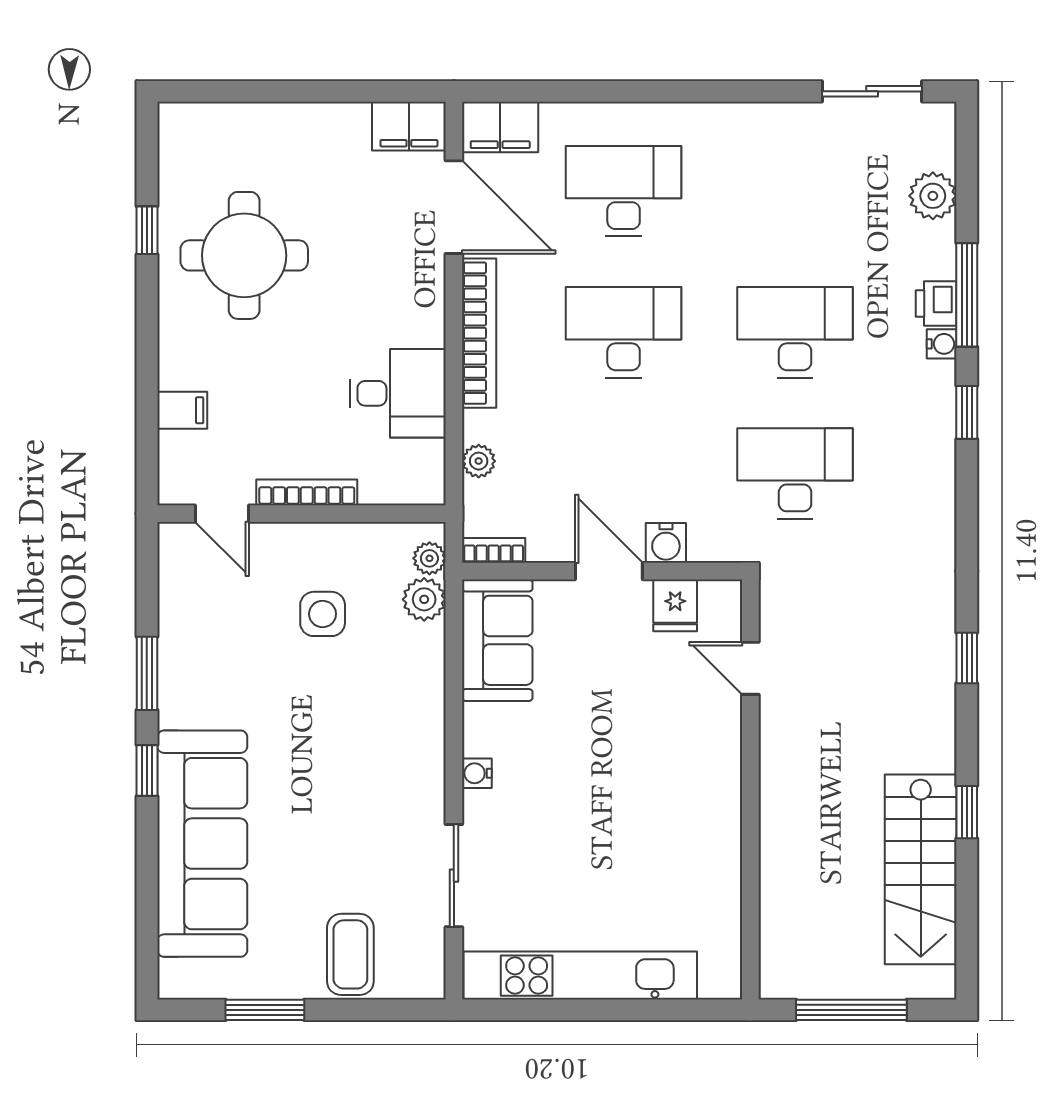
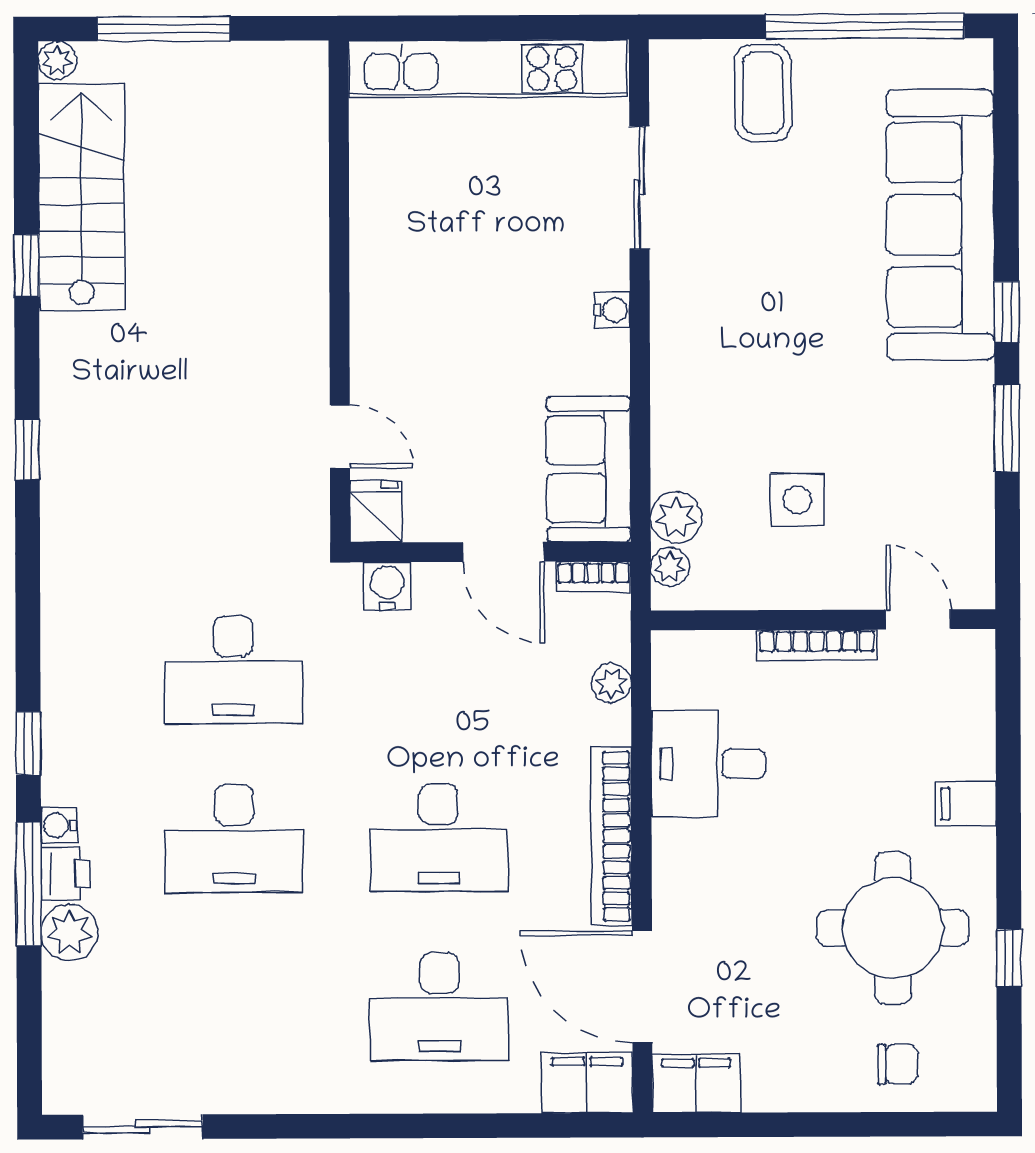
chair: (240, 142) -> (898, 1064), added
plant: (933, 196) -> (69, 932), moved
filing cabinet: (182, 410) -> (966, 804), moved
door: (609, 571) -> (503, 552), moved
door: (750, 668) -> (340, 437), moved
wall: (750, 790) -> (339, 292), moved
plant: (940, 984) -> (57, 60), added
window: (265, 1010) -> (865, 26), width x2.11

